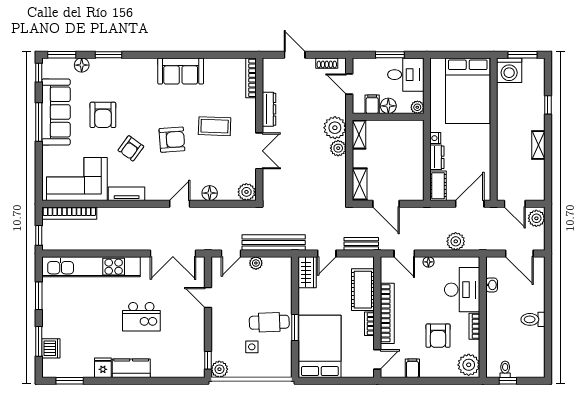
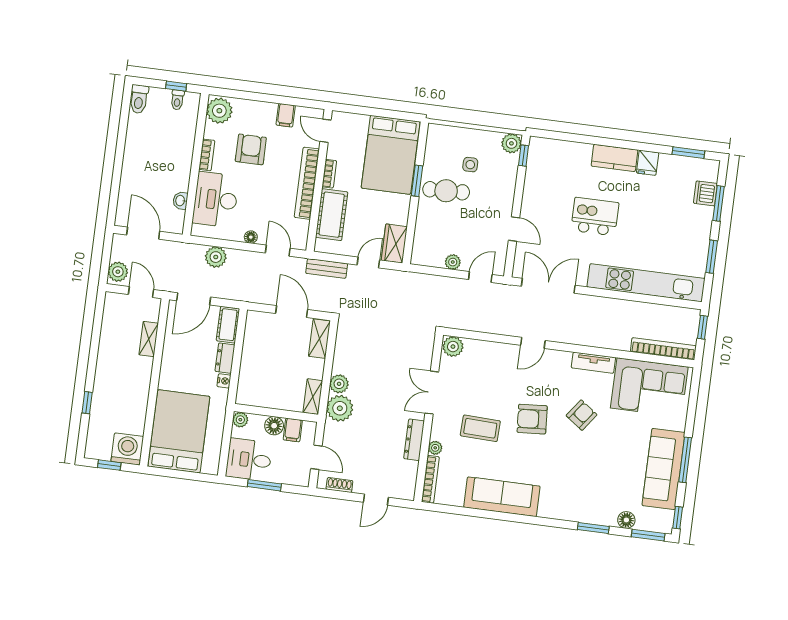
door: (295, 55) -> (376, 500), hinge flipped
window: (522, 55) -> (109, 465), width x0.67
sofa: (181, 71) -> (502, 497), width x1.36
plant: (250, 105) -> (435, 448), added
armchair: (103, 115) -> (609, 459), removed
shelving: (538, 145) -> (149, 339), moved
floor lamp: (210, 193) -> (496, 351), removed
bench: (274, 242) -> (429, 283), removed
toilet: (533, 319) -> (139, 99), moved, turned 90
door: (377, 359) -> (326, 131), hinge flipped

